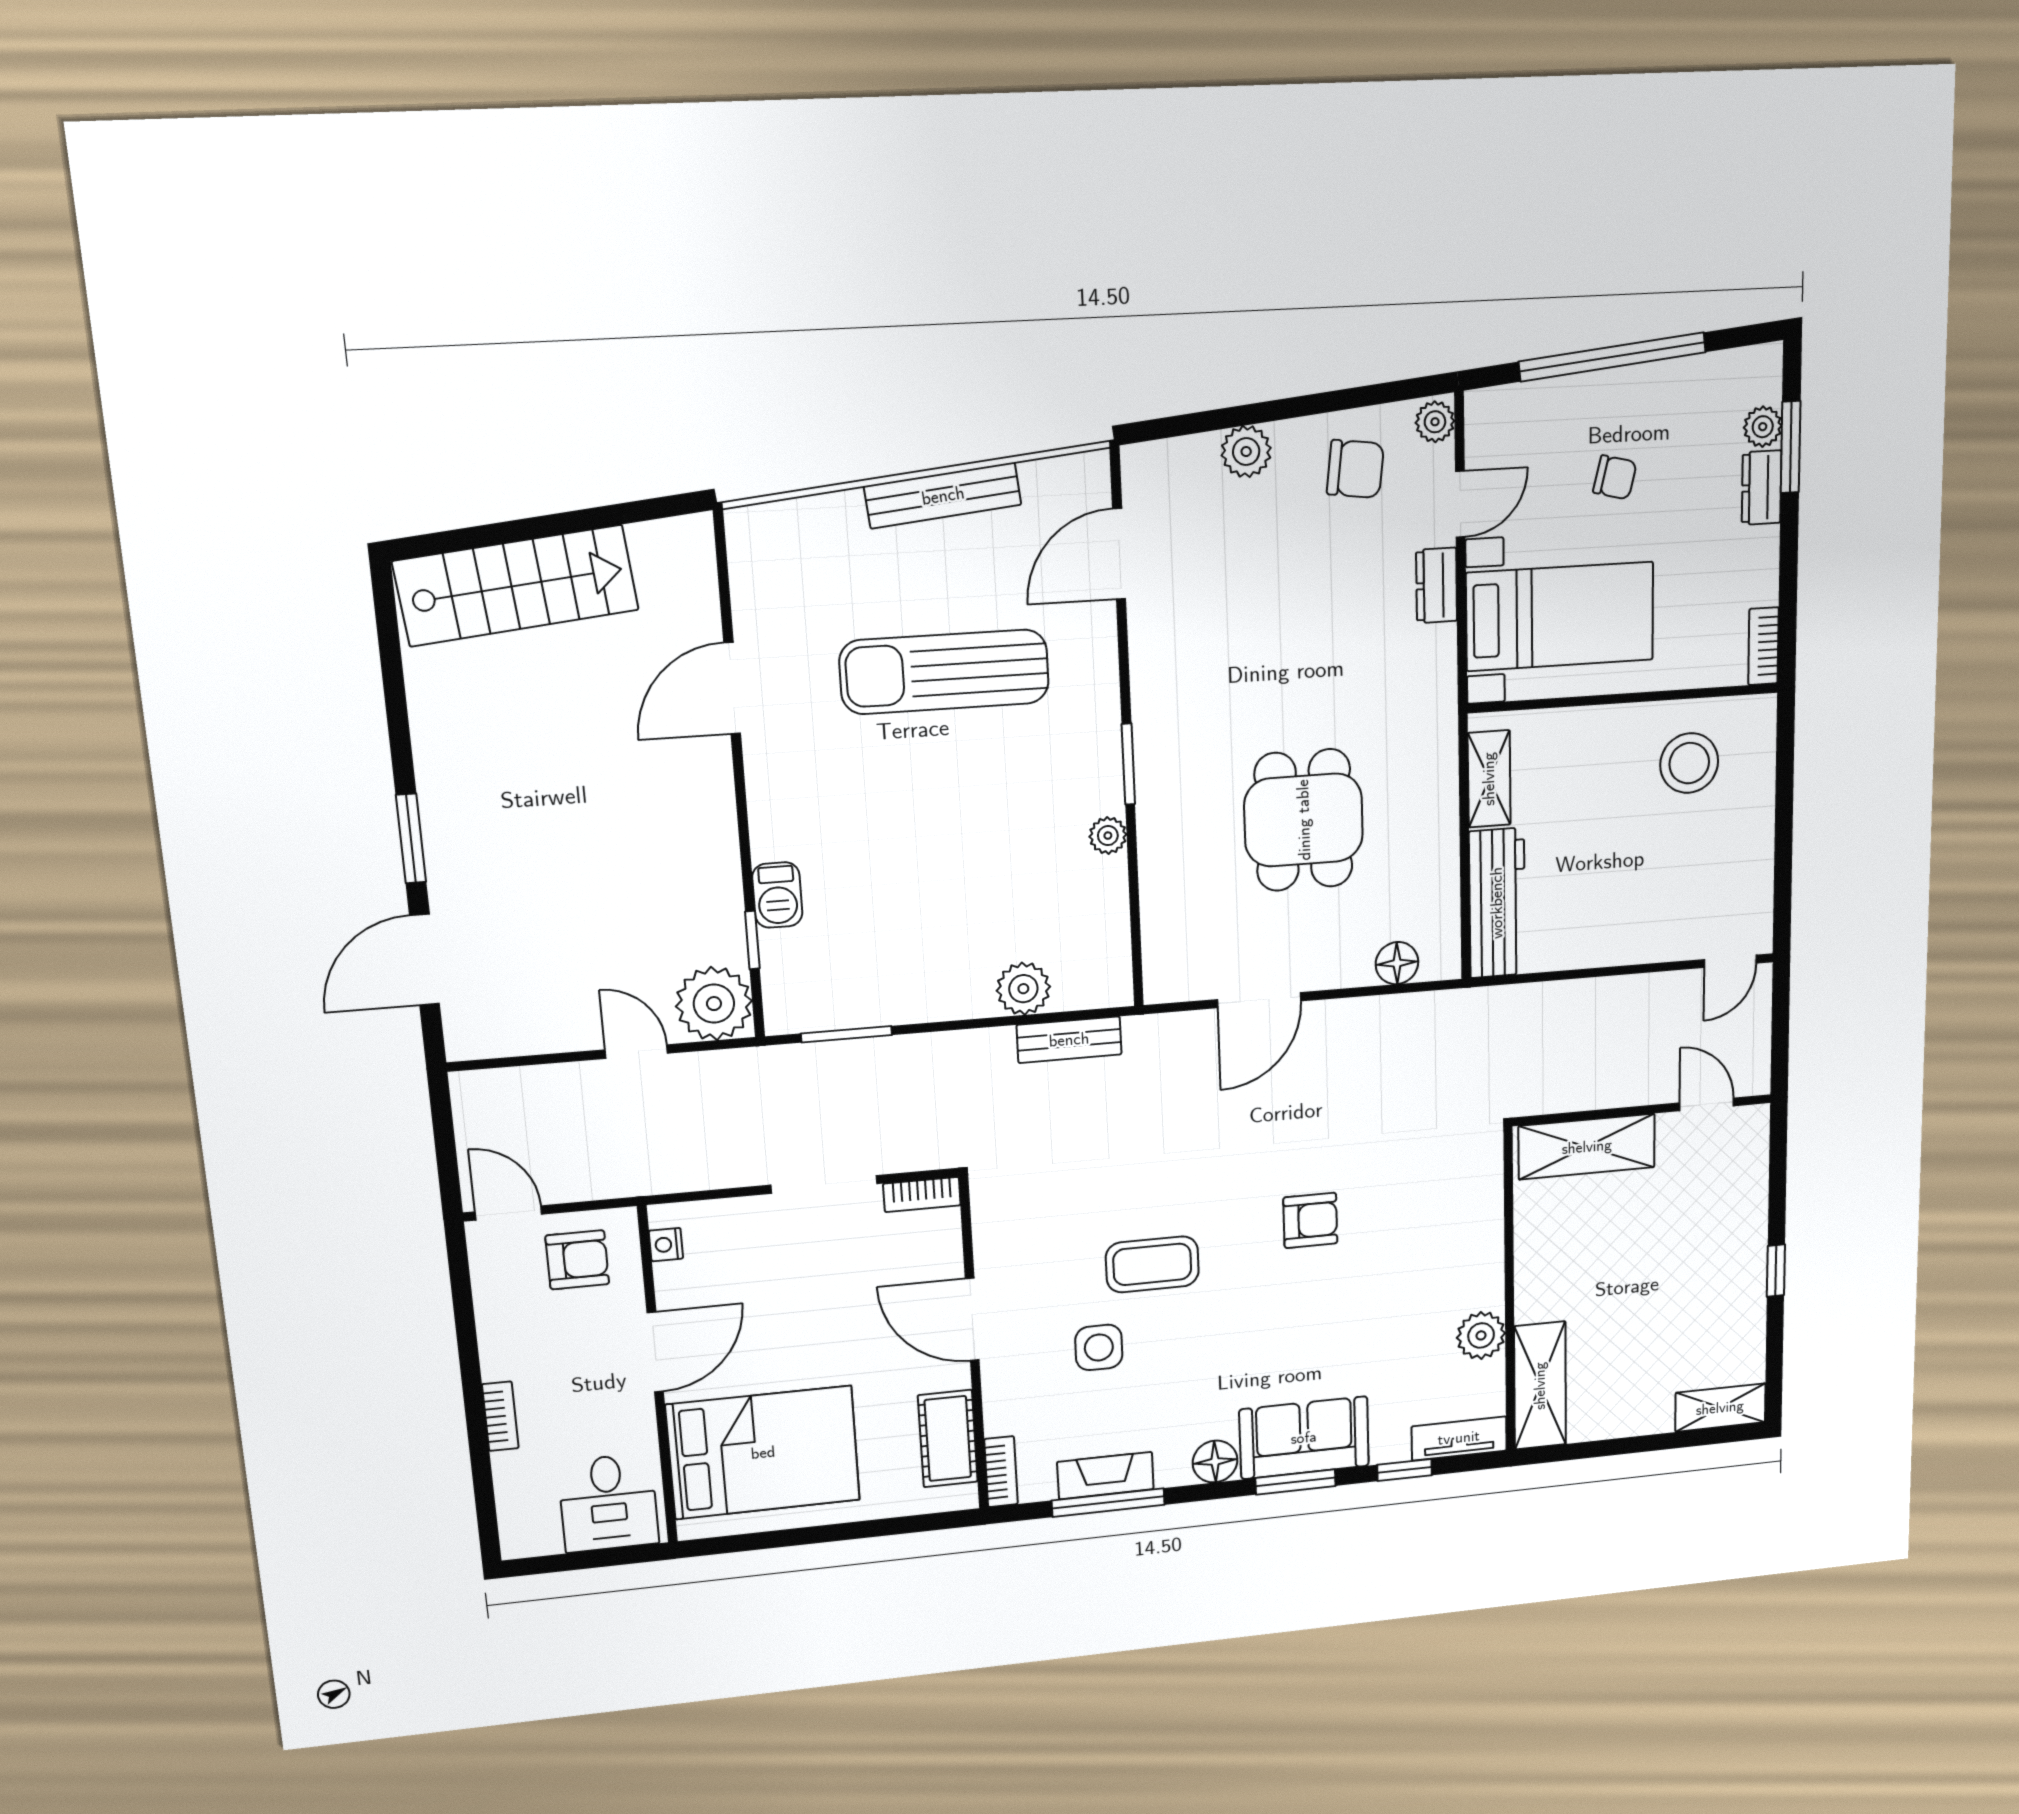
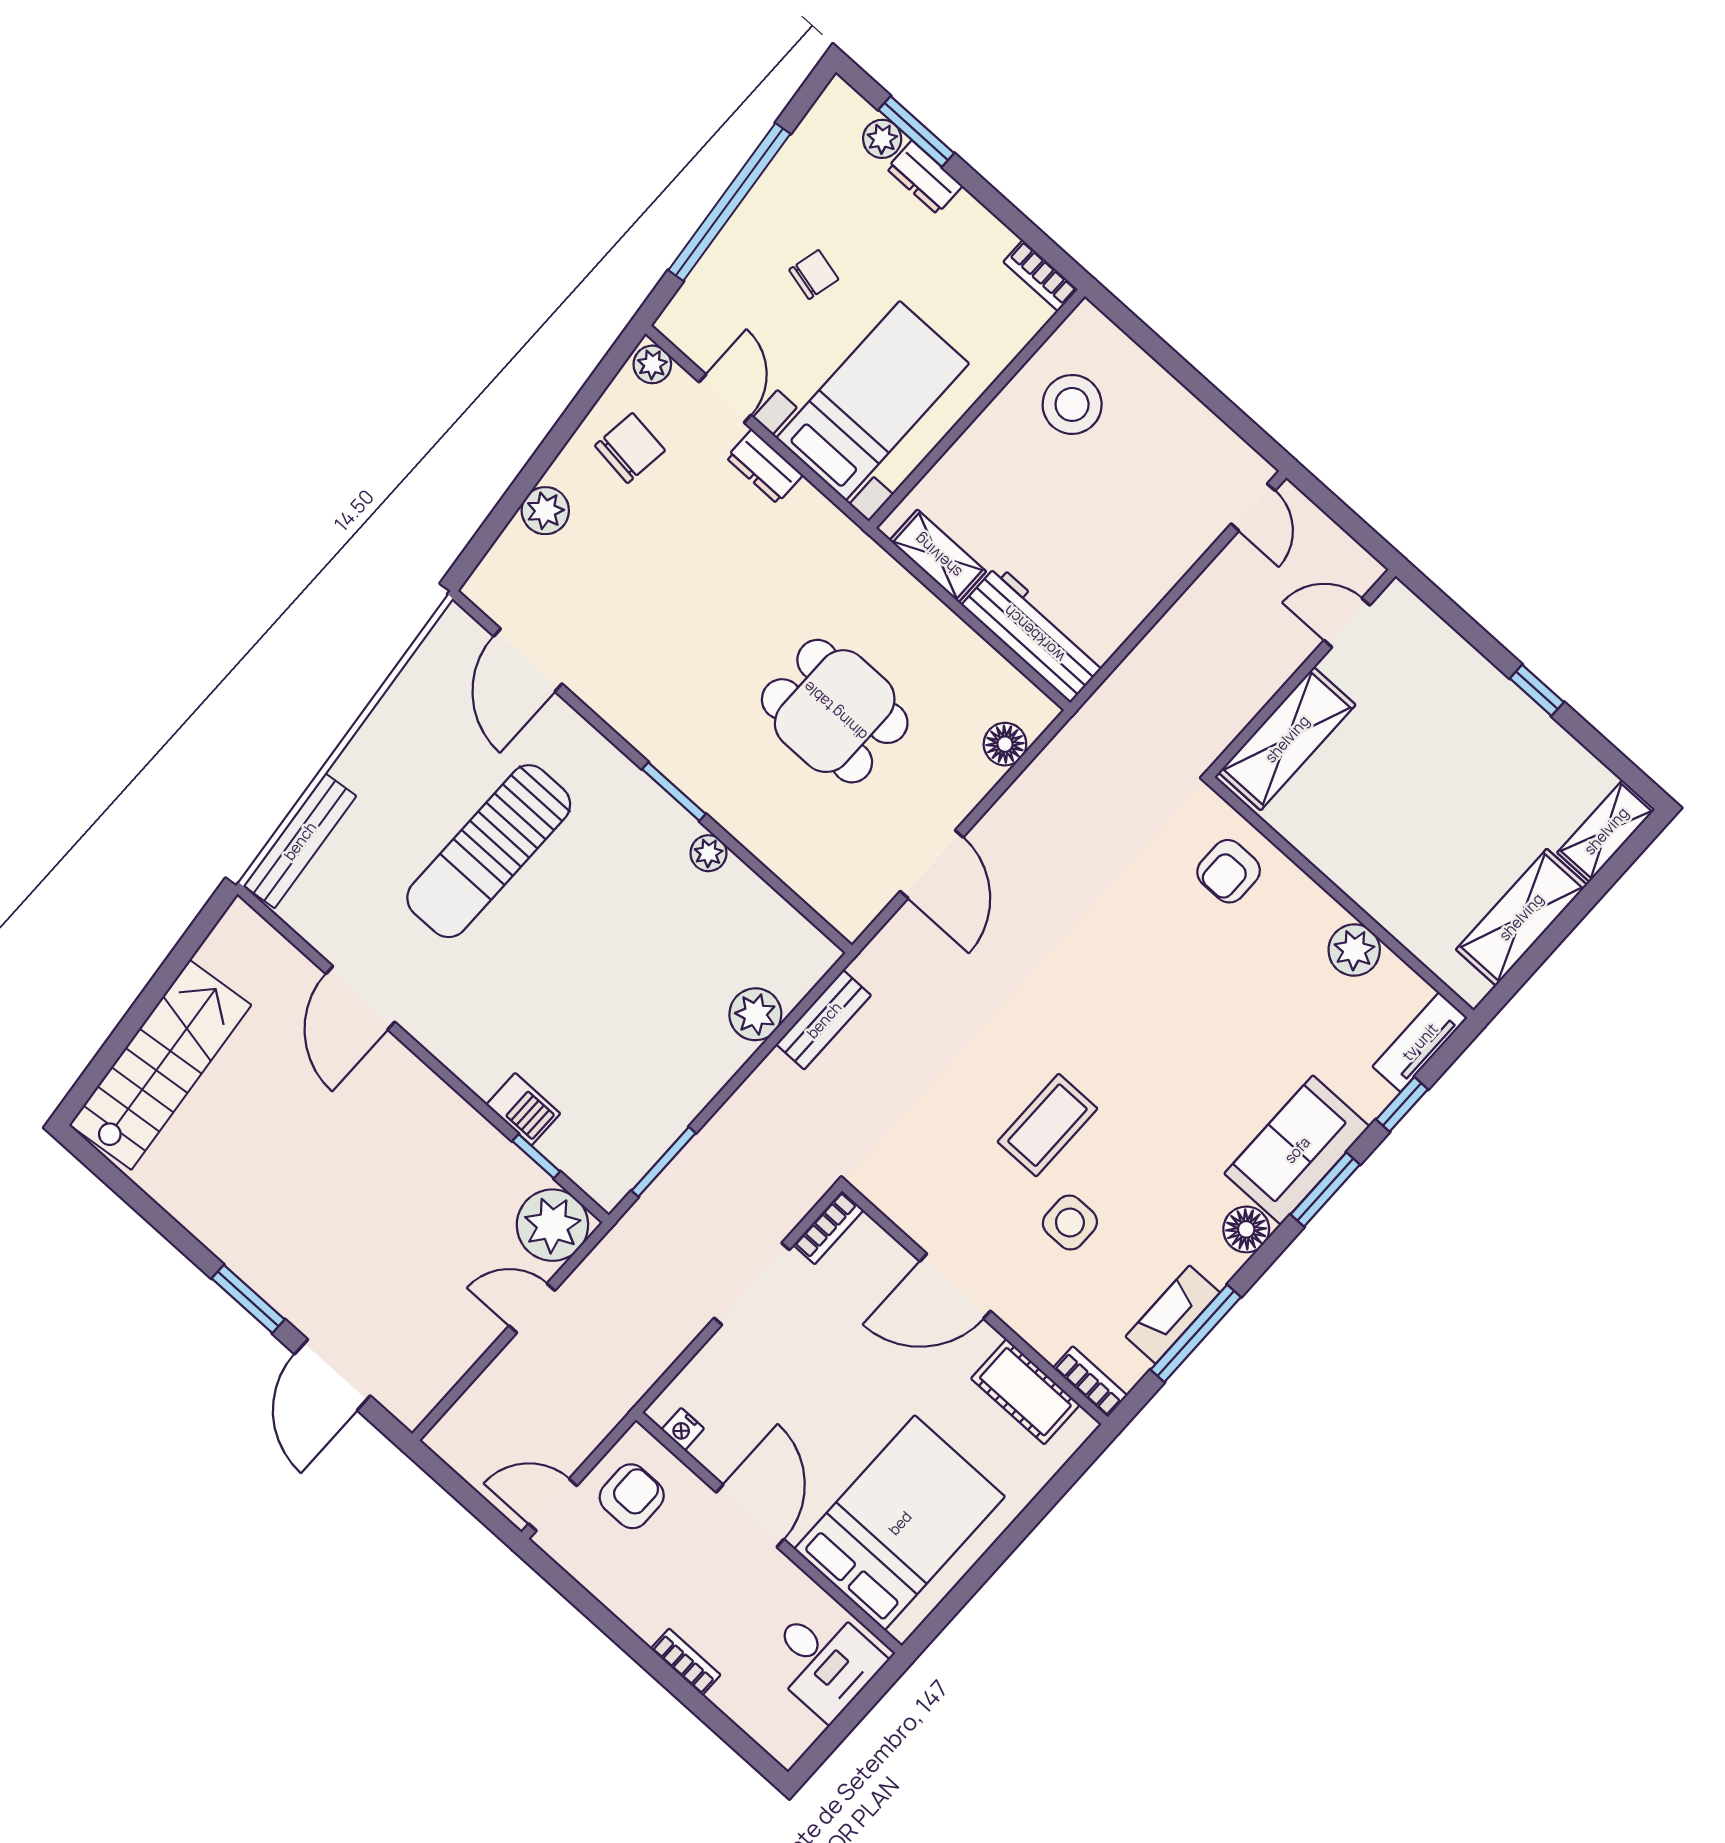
bench: (943, 496) -> (300, 841), moved
armchair: (1310, 1220) -> (1229, 871), moved, turned 180
shelving: (1540, 1386) -> (1521, 917), moved, turned 90

